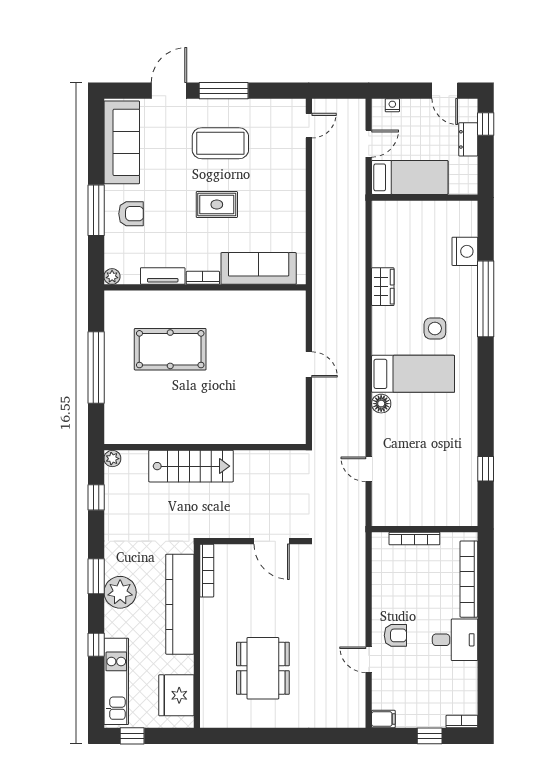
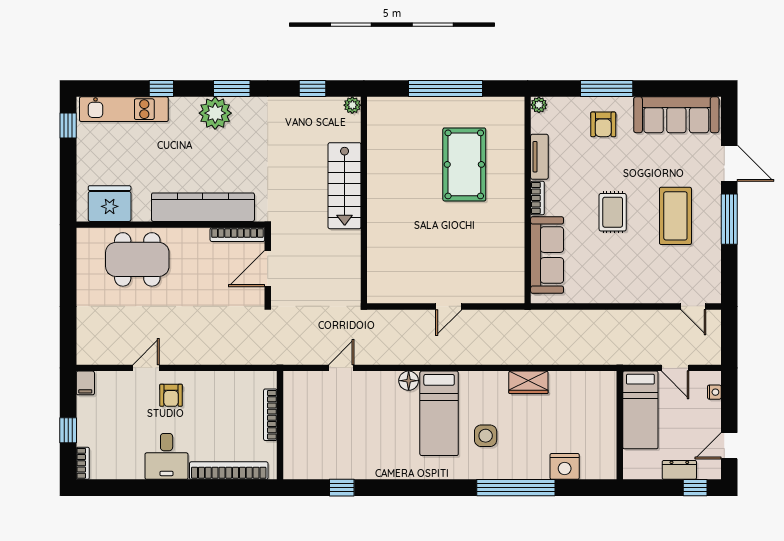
bookcase: (207, 571) -> (237, 235), moved
kitchen counter: (180, 604) -> (203, 207), moved
wall: (197, 636) -> (170, 225), moved
fridge: (176, 695) -> (110, 204), moved

